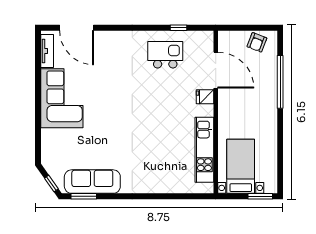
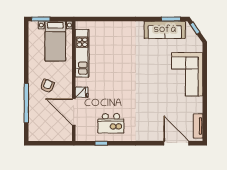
armchair: (257, 42) -> (47, 86), moved
corner sofa: (62, 98) -> (187, 74), moved

